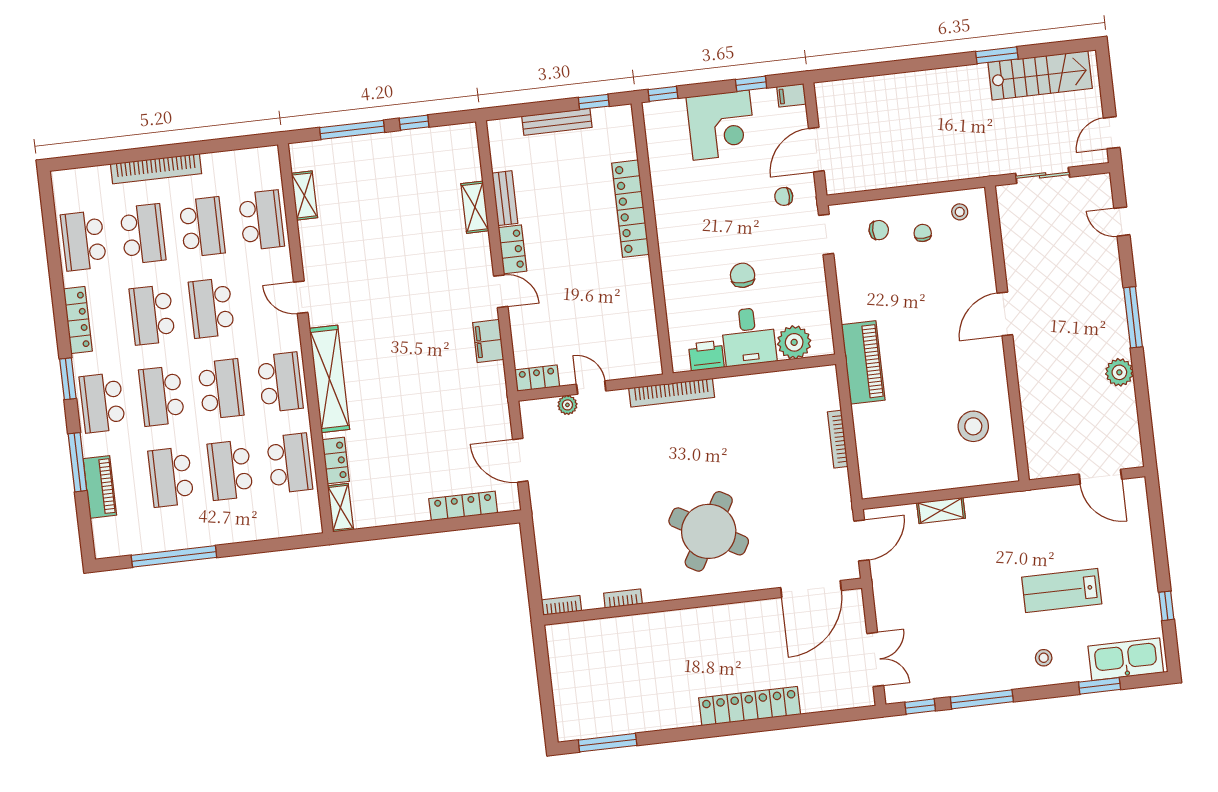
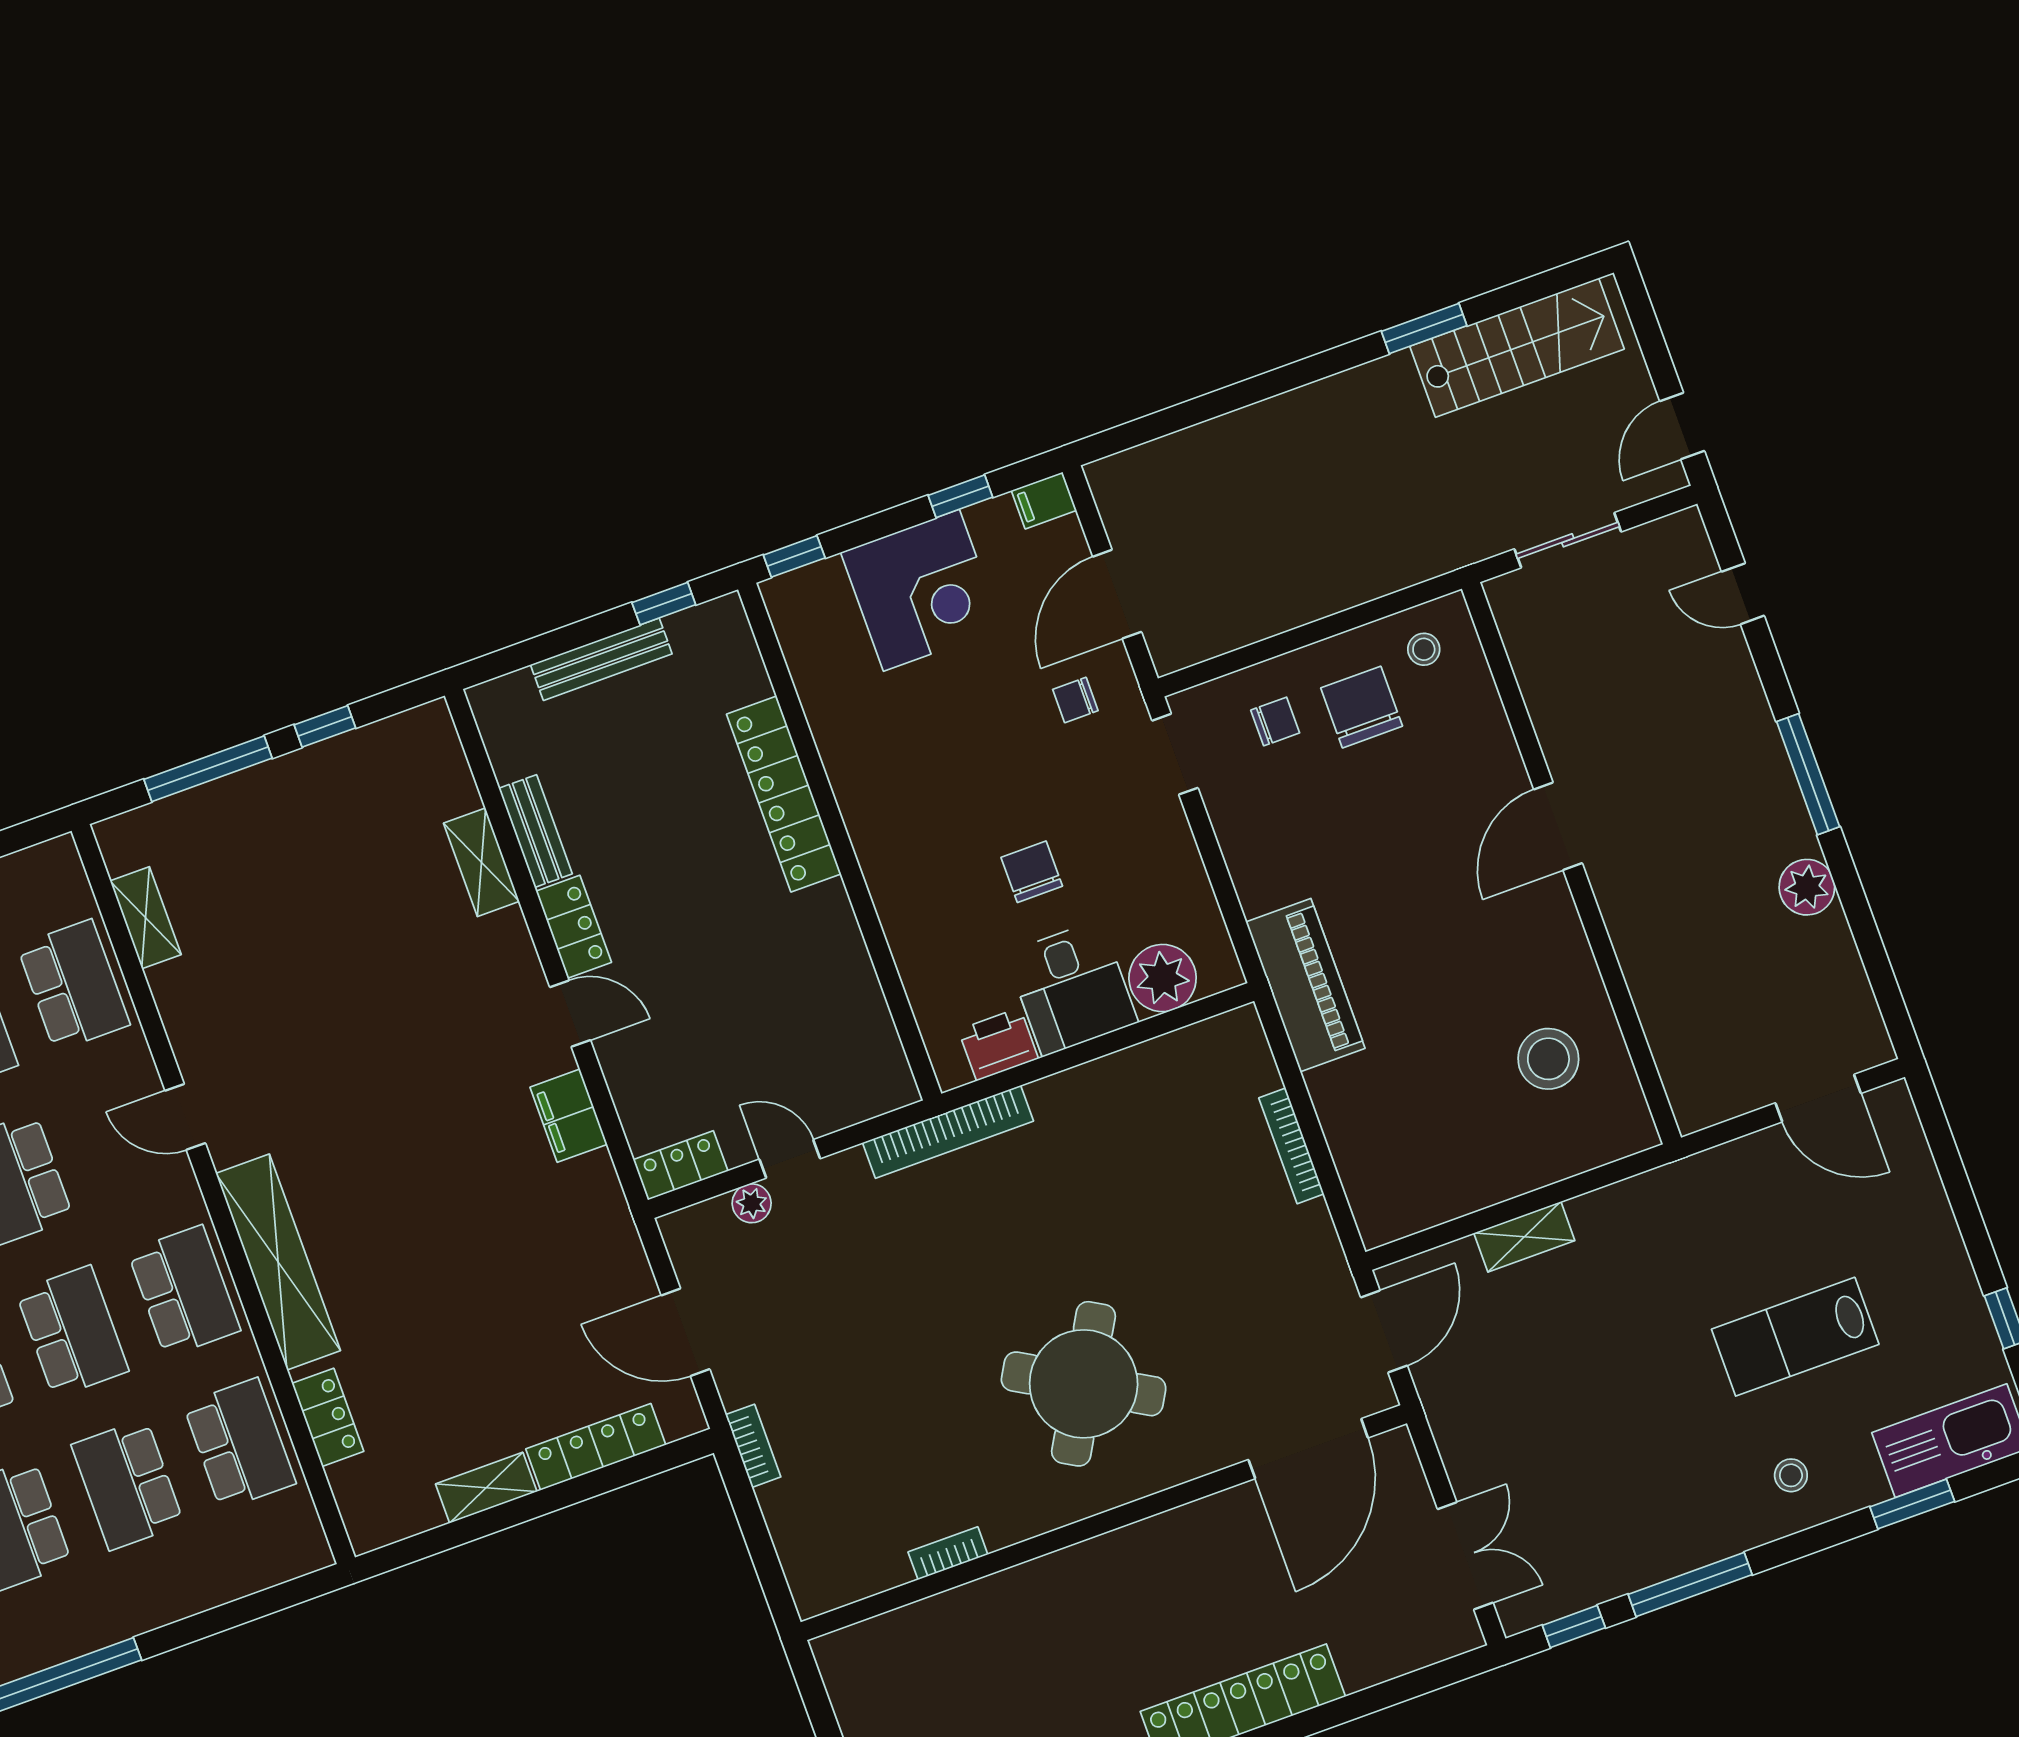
chair: (923, 233) -> (1362, 707), width x1.87, depth x1.87
shelving: (340, 508) -> (486, 1488), moved, turned 90
bookcase: (561, 605) -> (753, 1446), moved, turned 90

